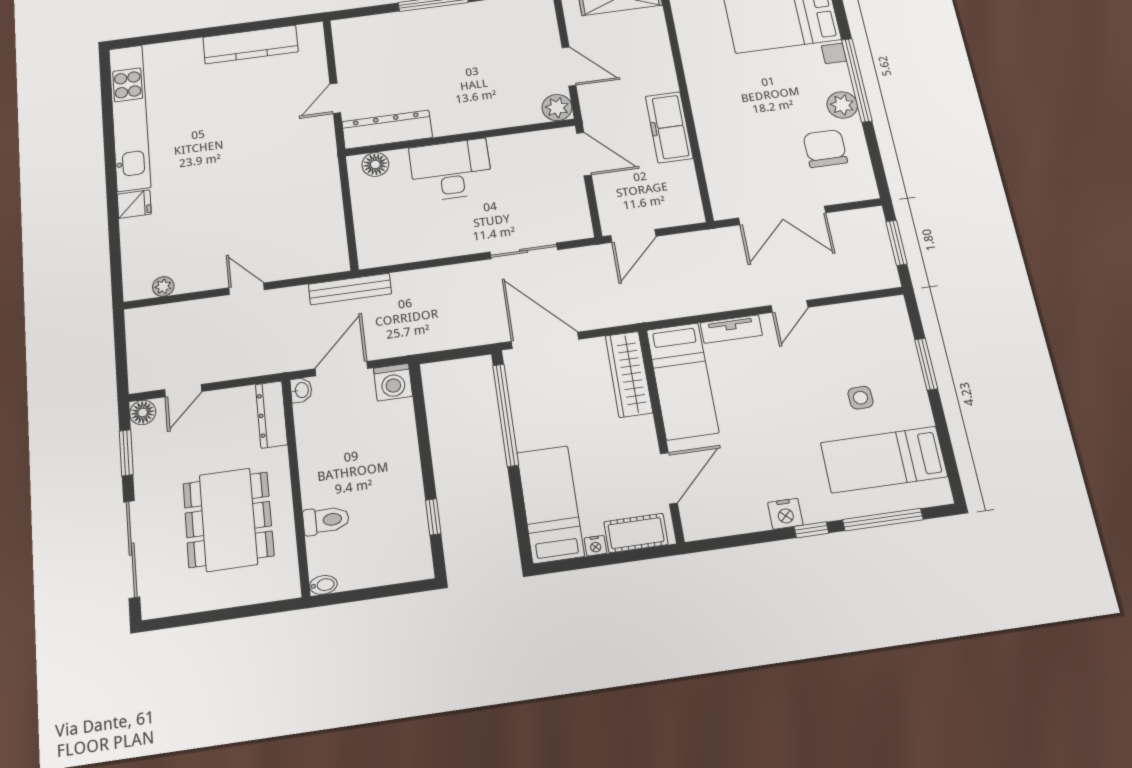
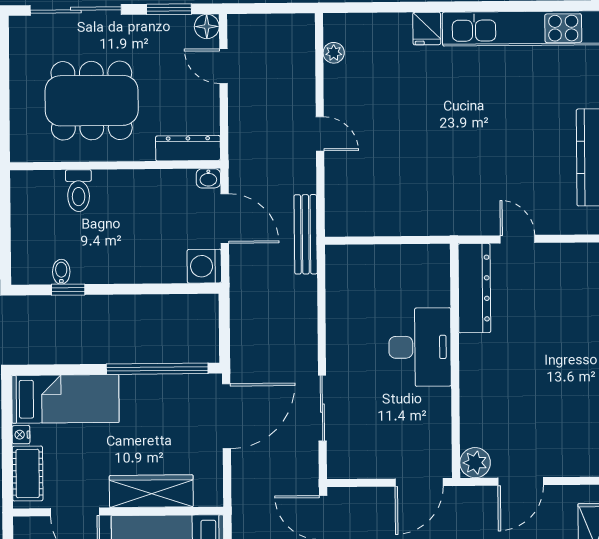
floor lamp: (375, 164) -> (437, 272), removed
door: (247, 289) -> (320, 134), hinge flipped
wardrobe: (629, 374) -> (151, 491), moved
bidet: (323, 585) -> (61, 272), moved, turned 180

